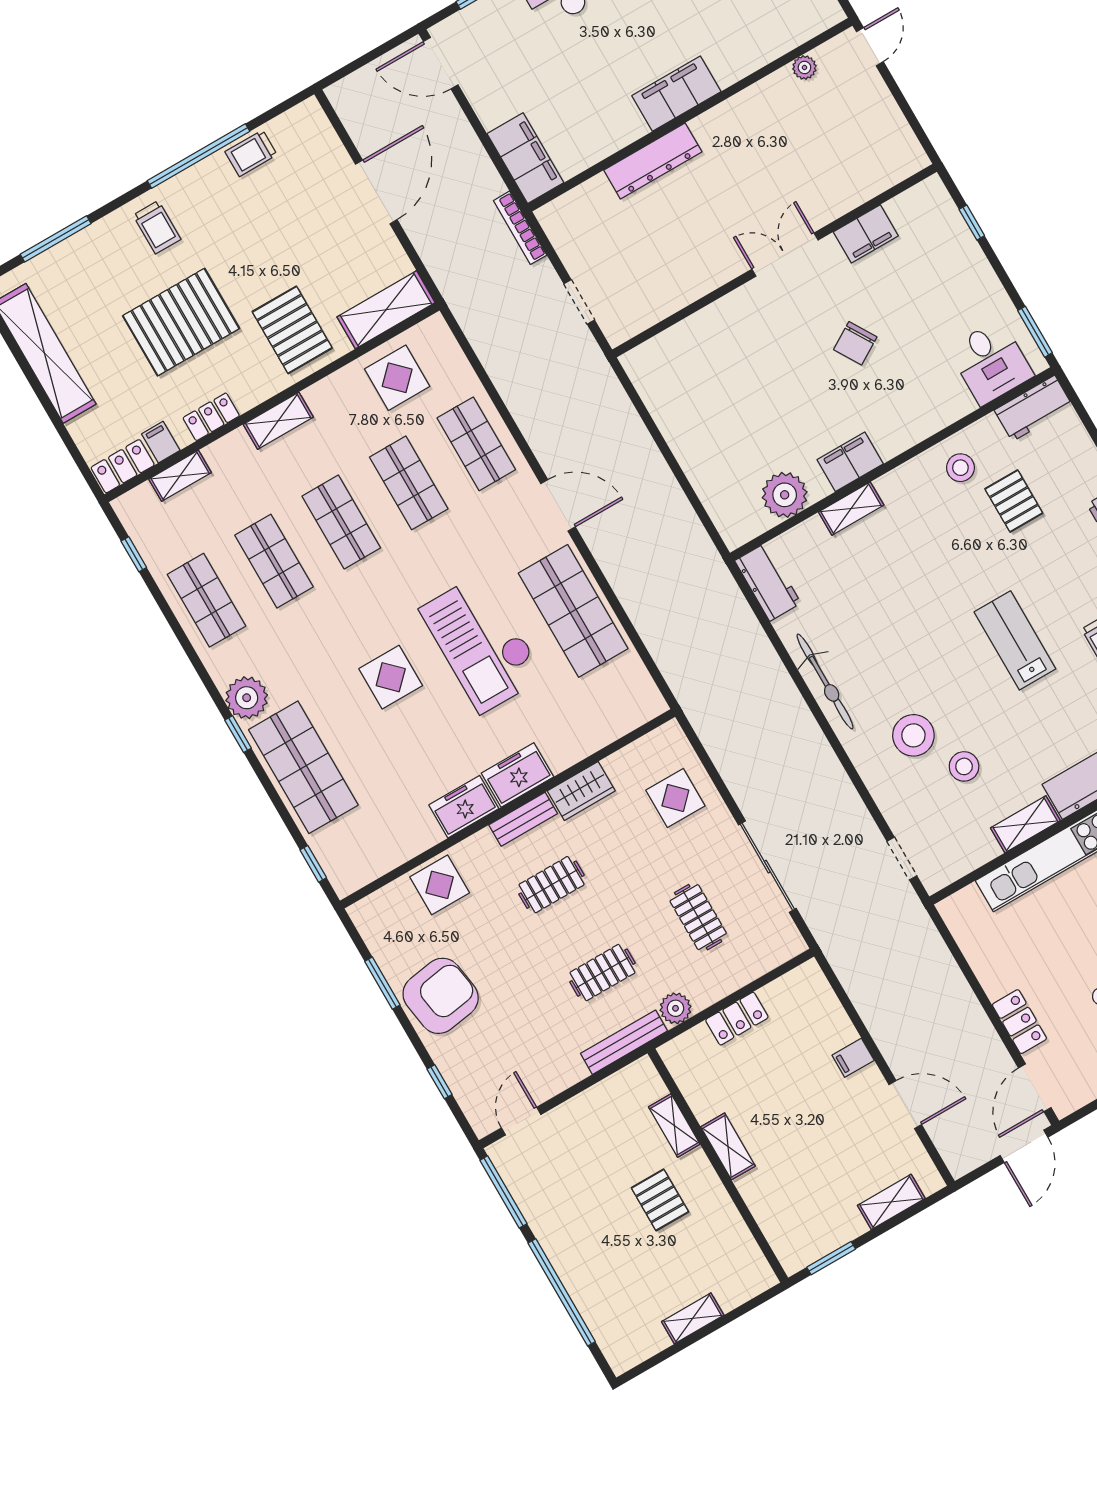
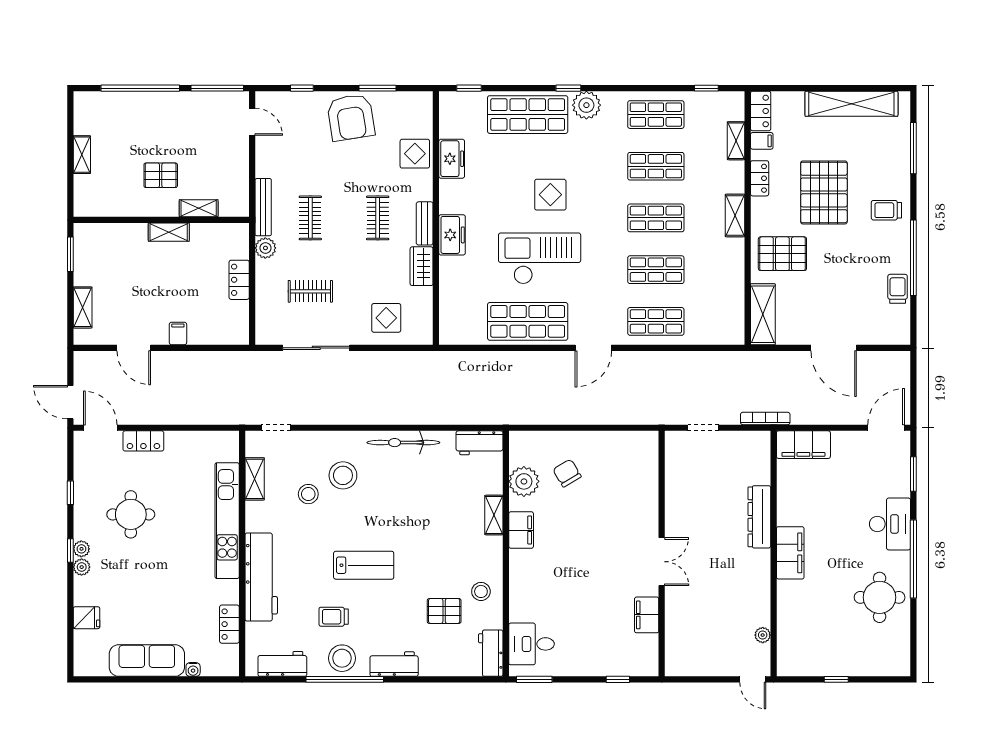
chair: (855, 343) -> (567, 473), moved
display table: (397, 378) -> (720, 298), removed
freezer: (464, 807) -> (452, 159), moved
shelving: (1025, 824) -> (255, 479), moved
door: (905, 1105) -> (134, 348), hinge flipped

